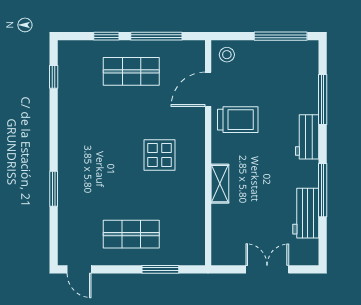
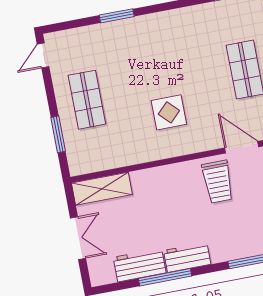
workbench: (307, 137) -> (187, 257), moved
shelving: (220, 184) -> (102, 189), moved, width x1.50, depth x1.33

